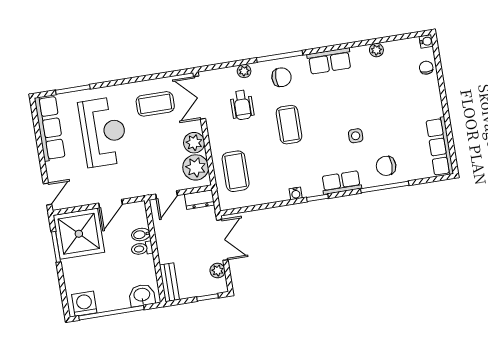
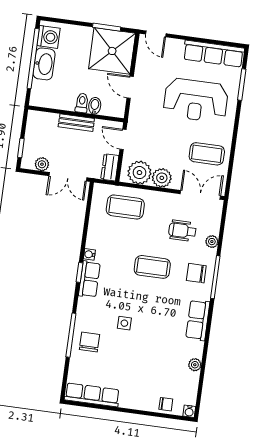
chair: (282, 77) -> (196, 273), turned 90
coffee table: (155, 104) -> (207, 154), turned 90
row of seats: (341, 182) -> (89, 279), moved
bench: (169, 282) -> (76, 123), moved
washbasin: (142, 295) -> (44, 64), moved, width x1.38

